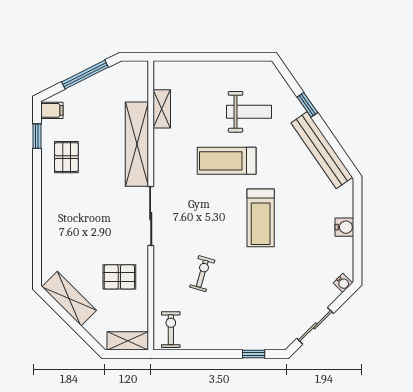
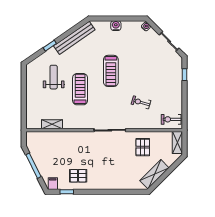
shelving: (137, 144) -> (71, 138), removed
treadmill: (227, 161) -> (80, 89), turned 180
treadmill: (261, 218) -> (111, 71), turned 90

